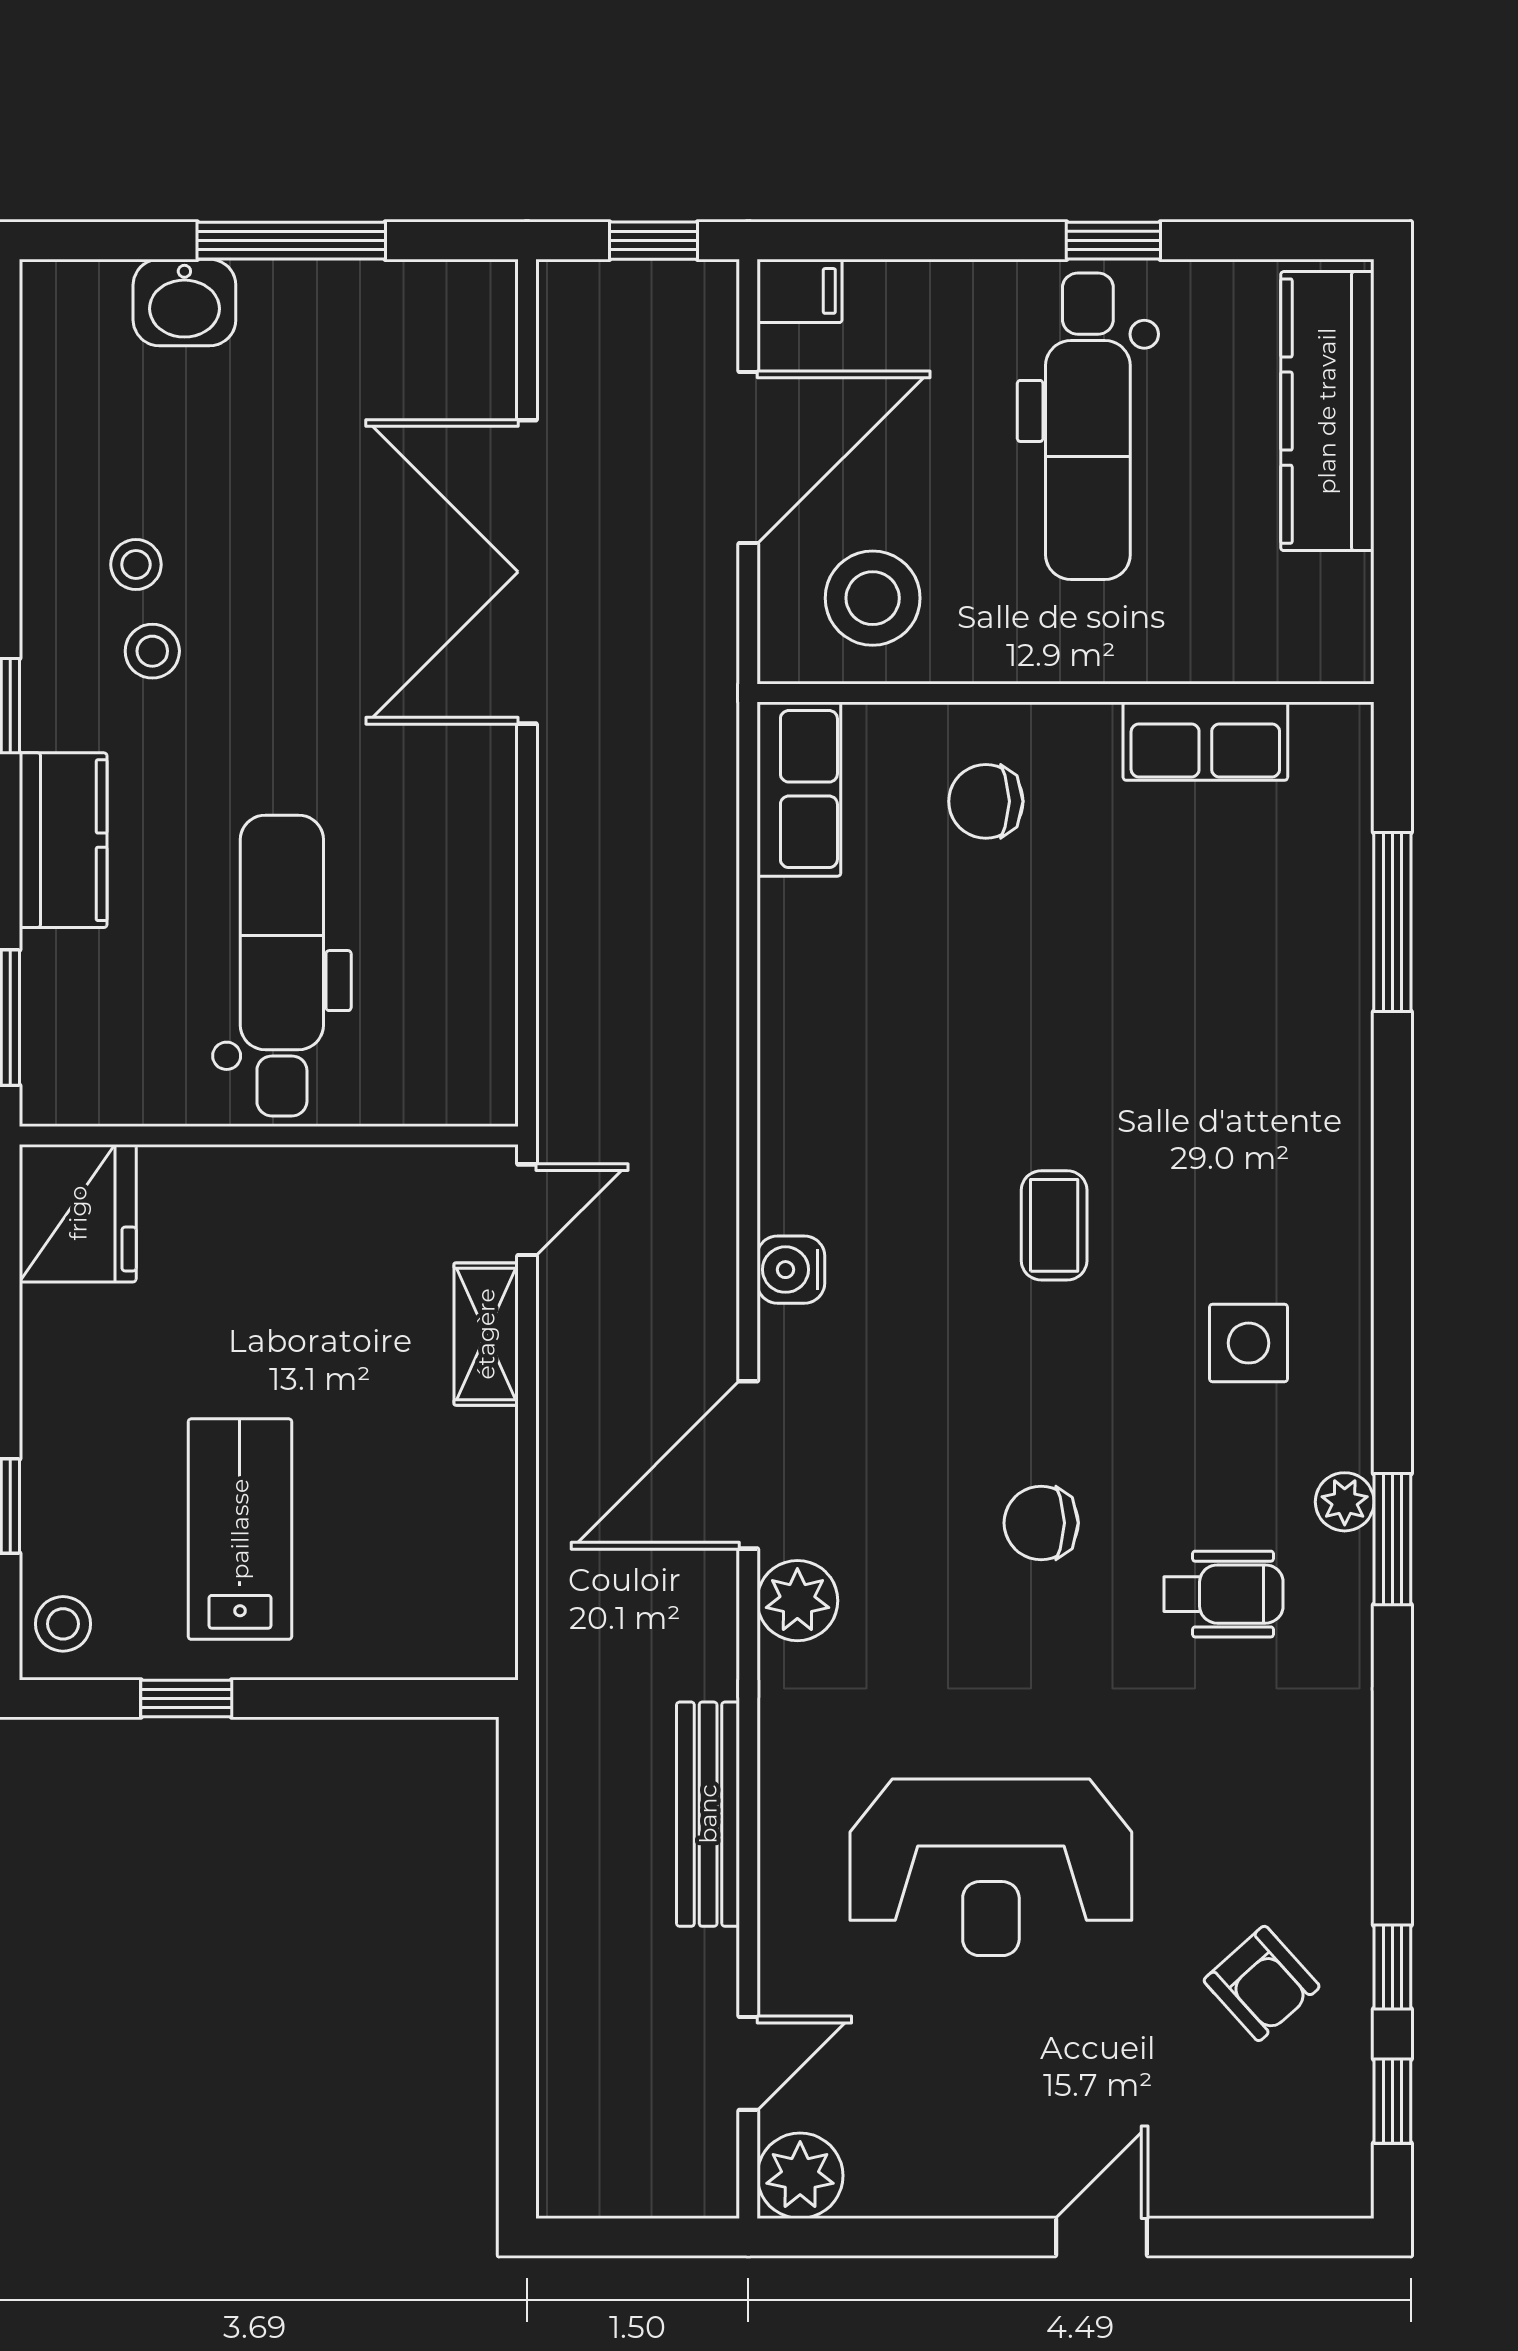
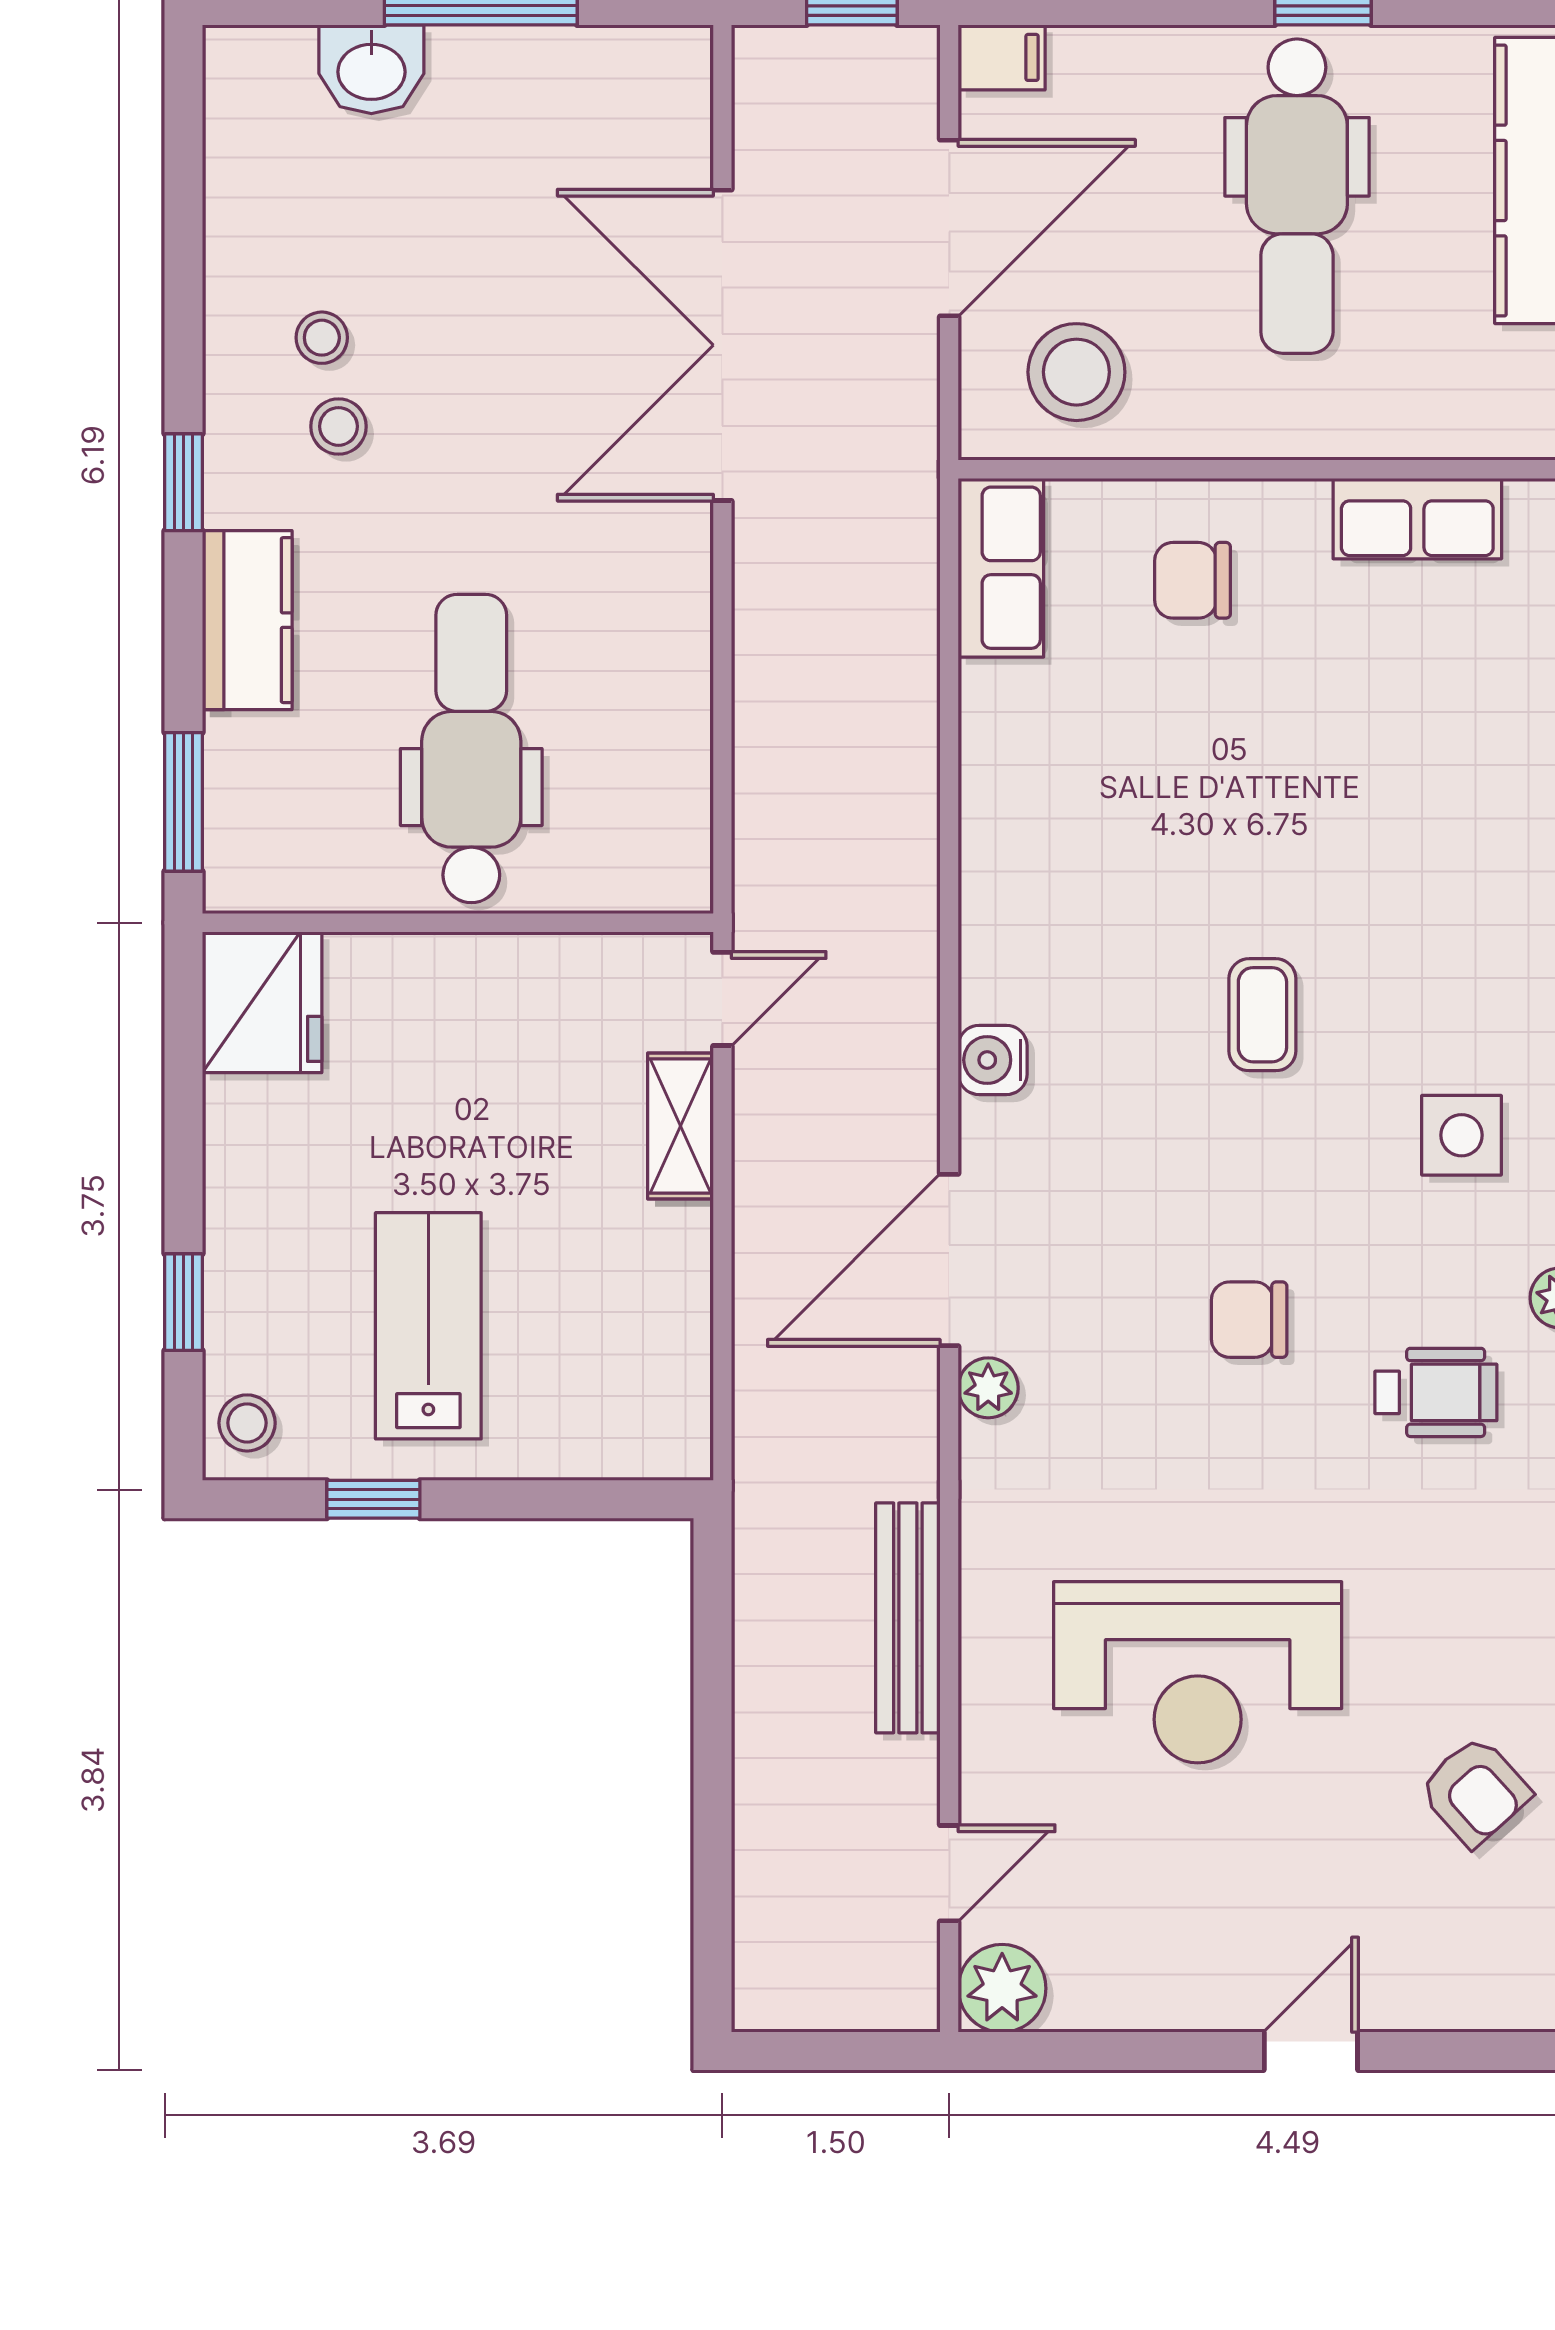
plant: (797, 1601) -> (988, 1388), width x0.73, depth x0.73

